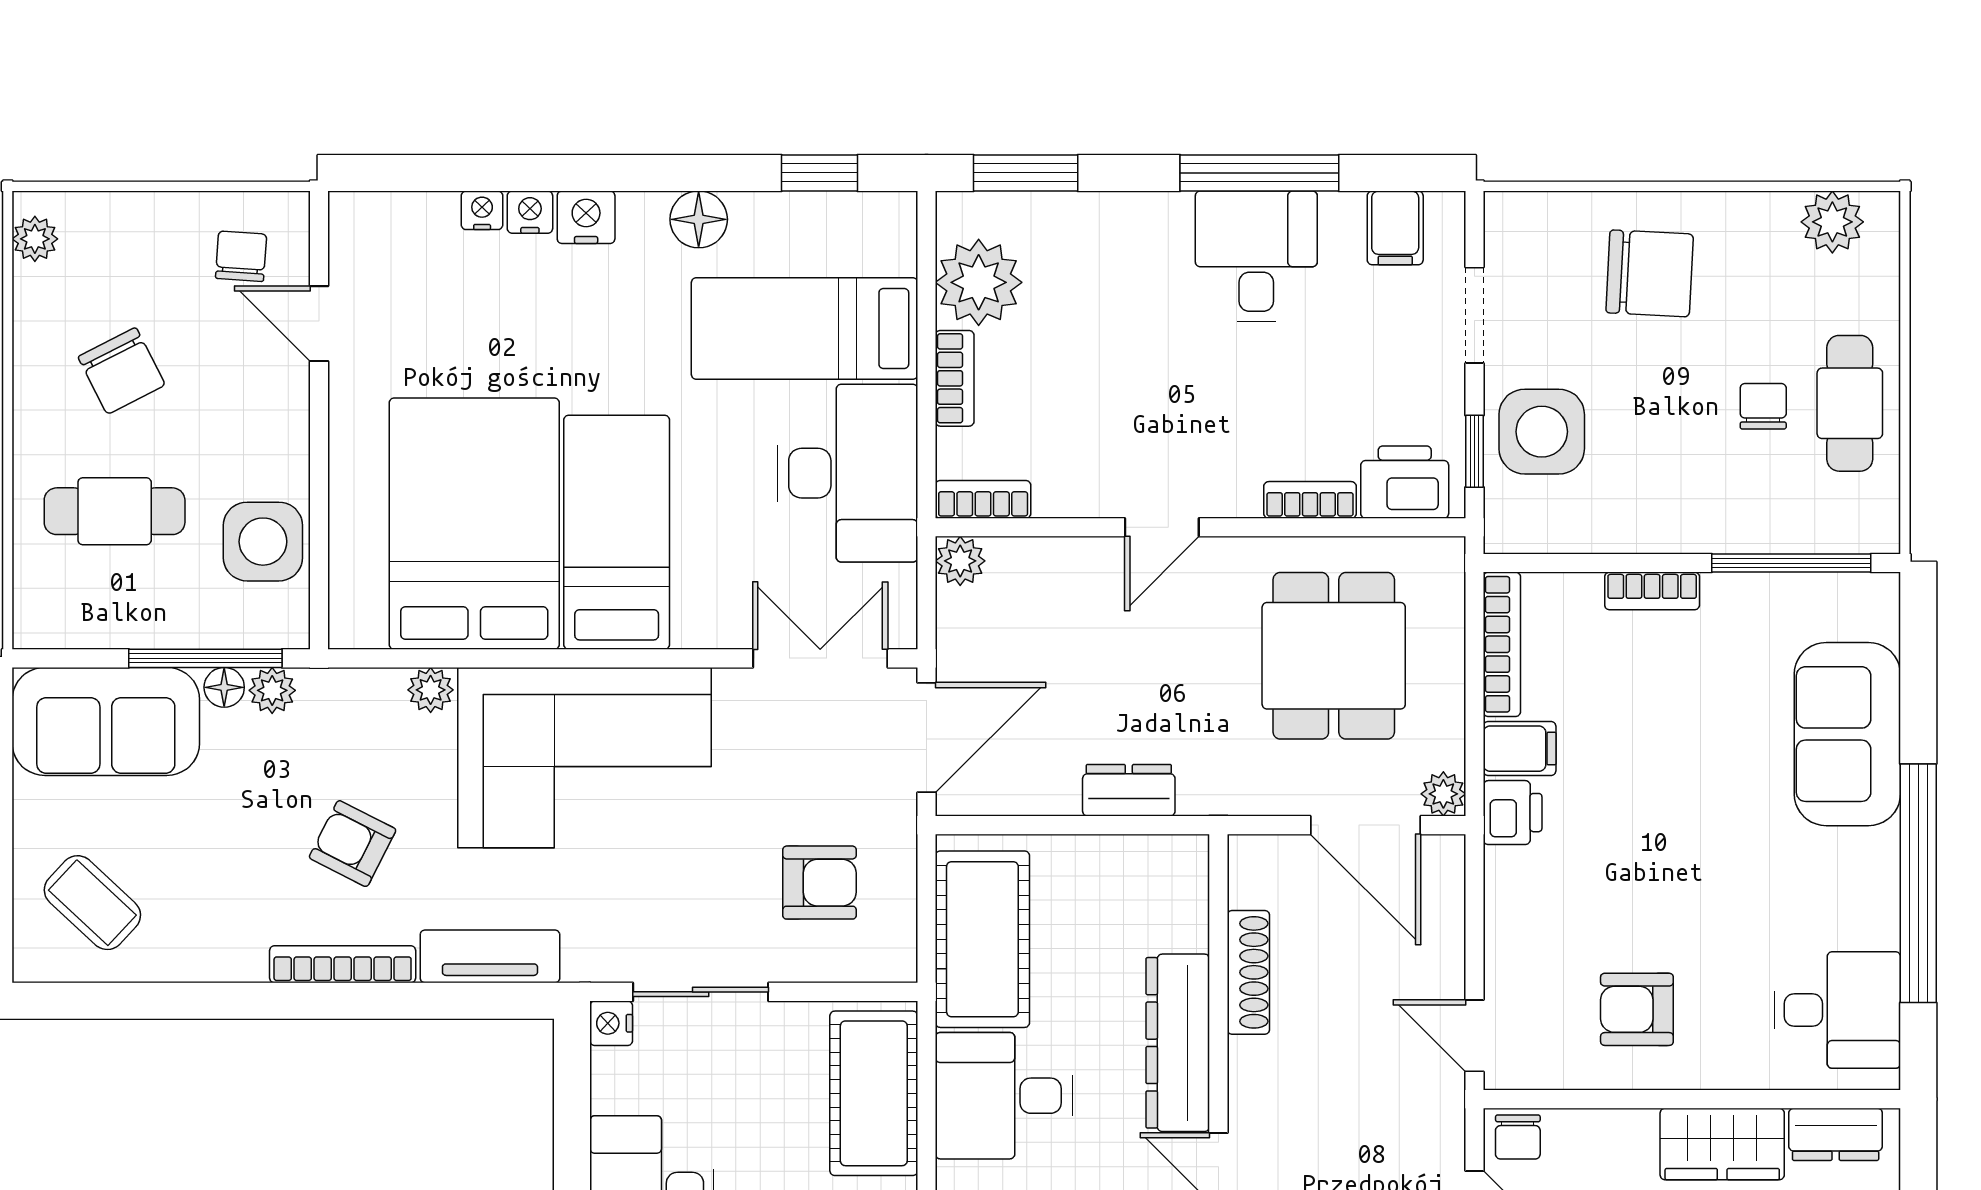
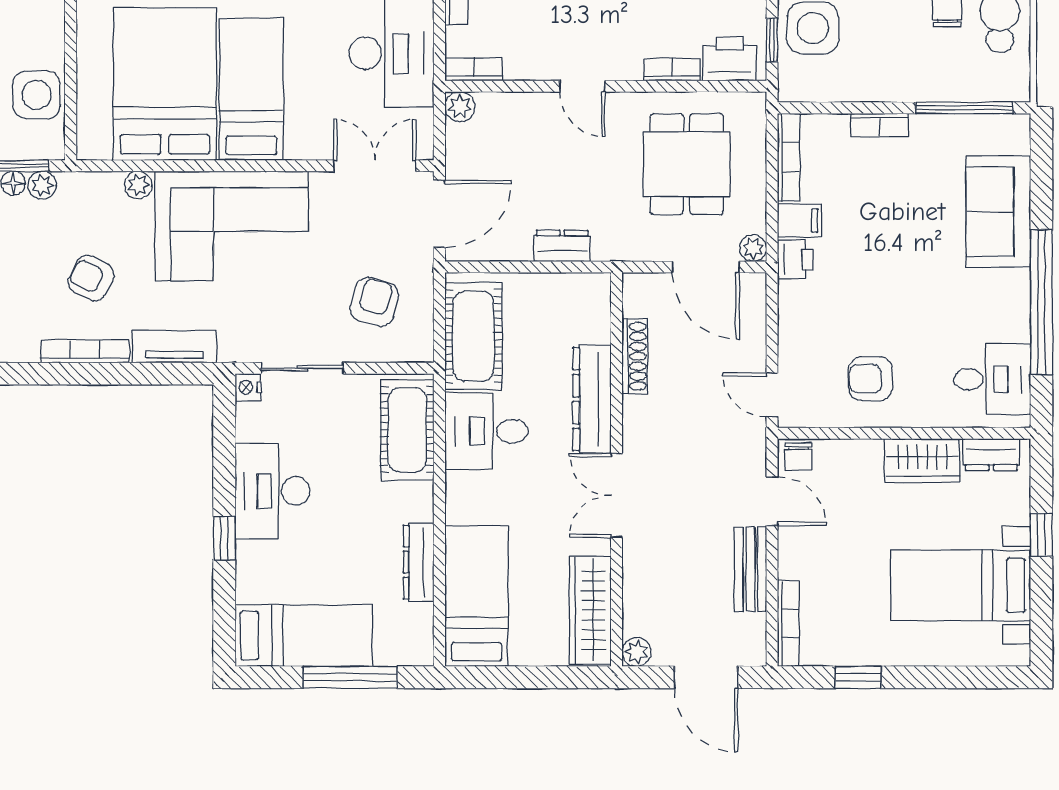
door: (1162, 527) -> (582, 86), hinge flipped
armchair: (820, 883) -> (374, 302), turned -75

